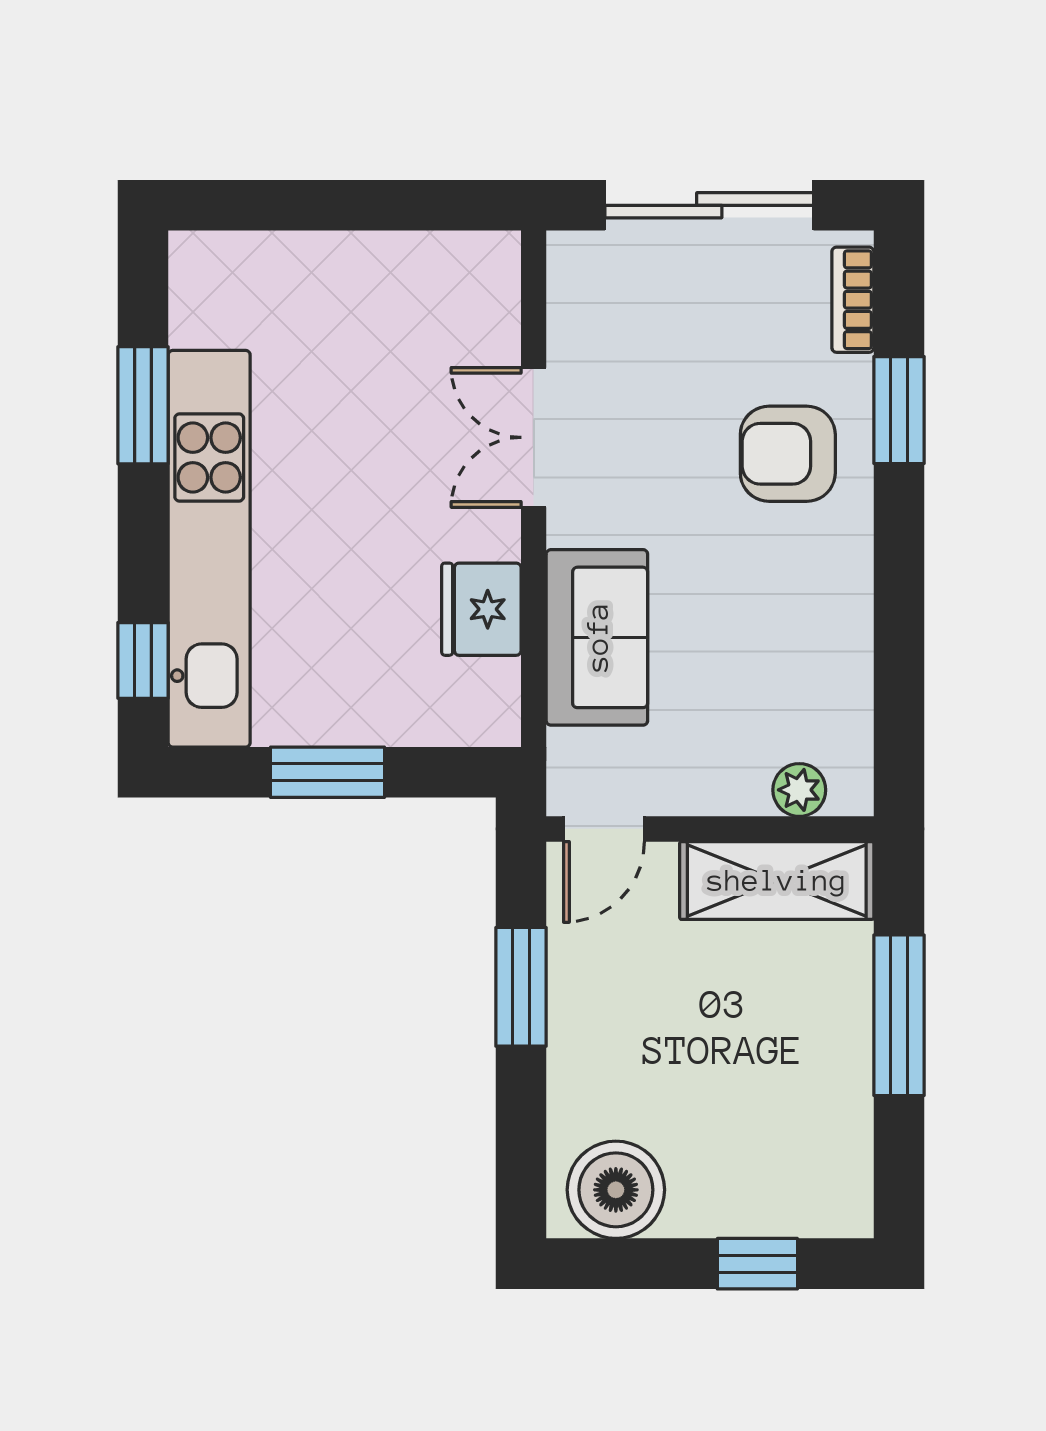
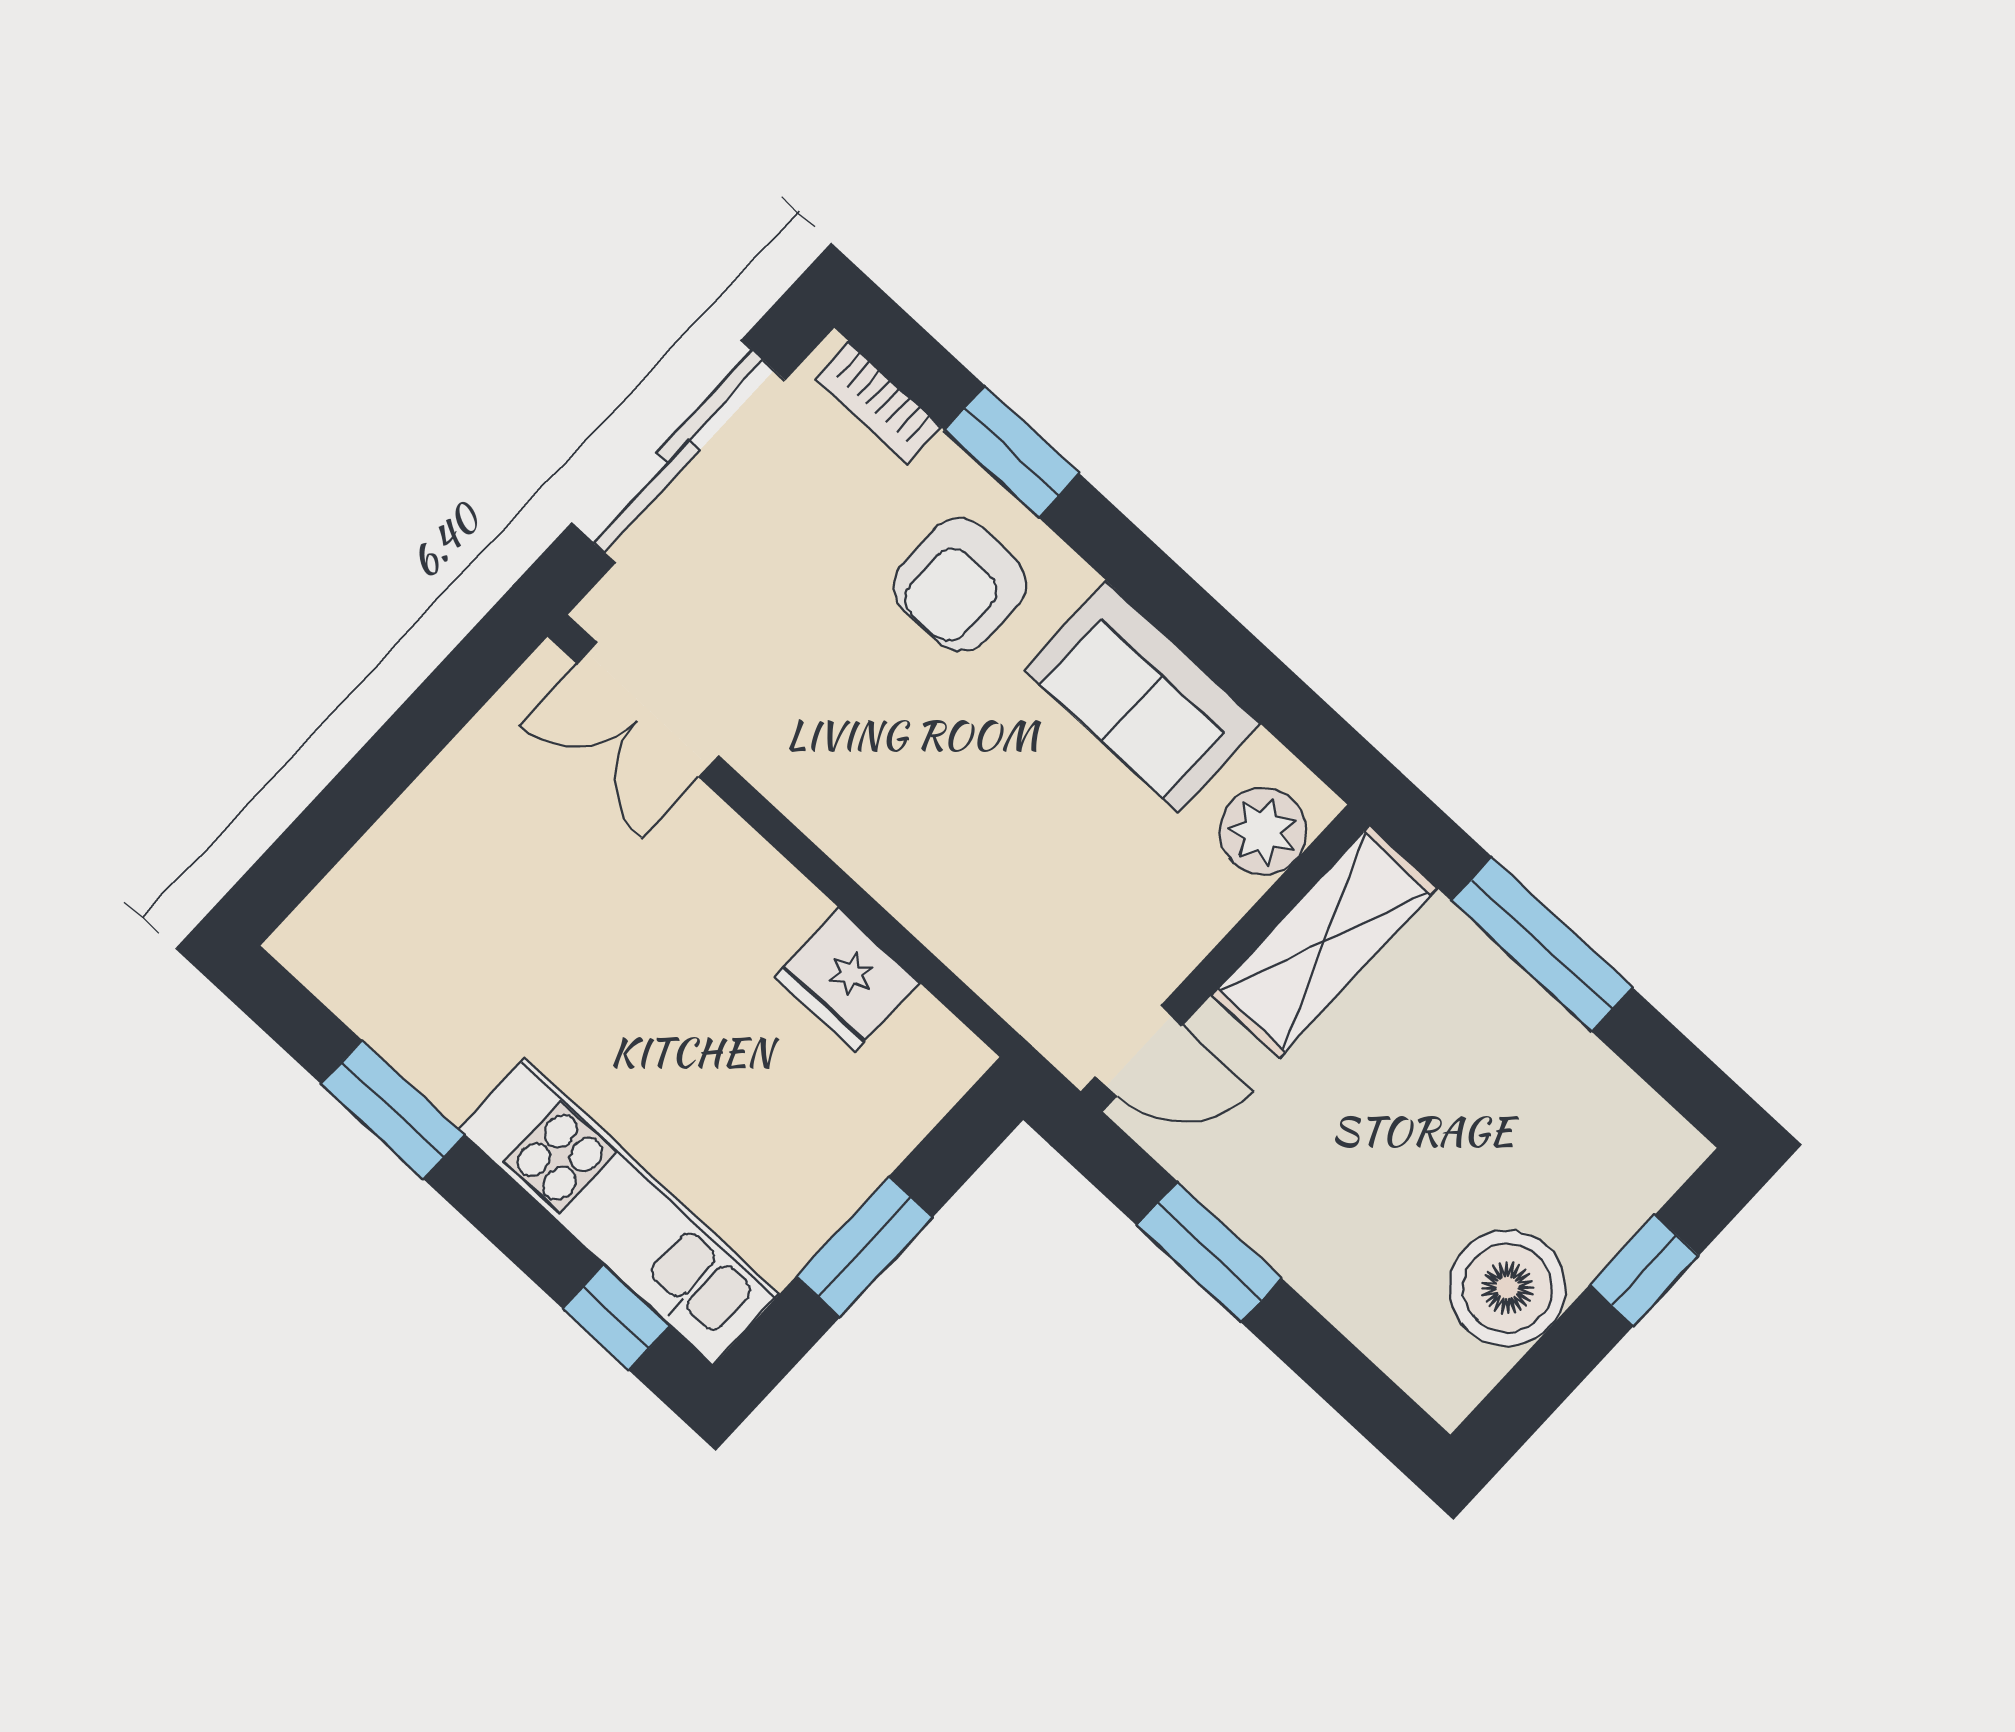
double door: (534, 437) -> (648, 709), moved
kitchen unit: (209, 549) -> (619, 1212), width x0.73
sofa: (597, 637) -> (1142, 697), moved, turned 180
plant: (799, 790) -> (1263, 831), width x1.38, depth x1.38
door: (604, 829) -> (1139, 1051), hinge flipped
boiler: (616, 1190) -> (1507, 1288), moved

